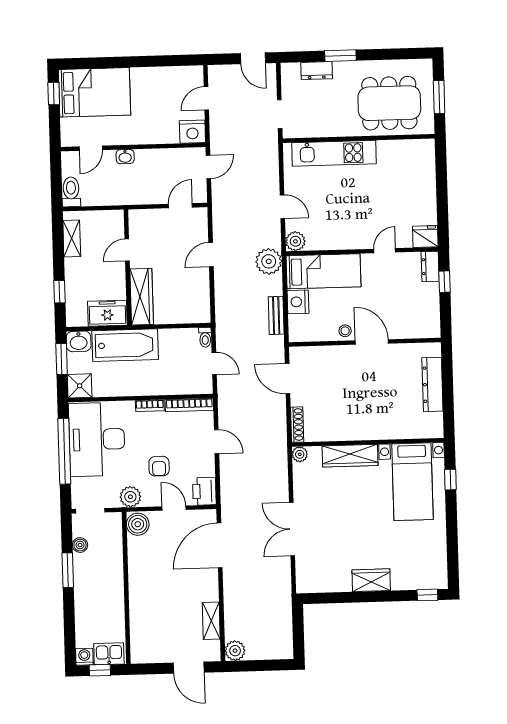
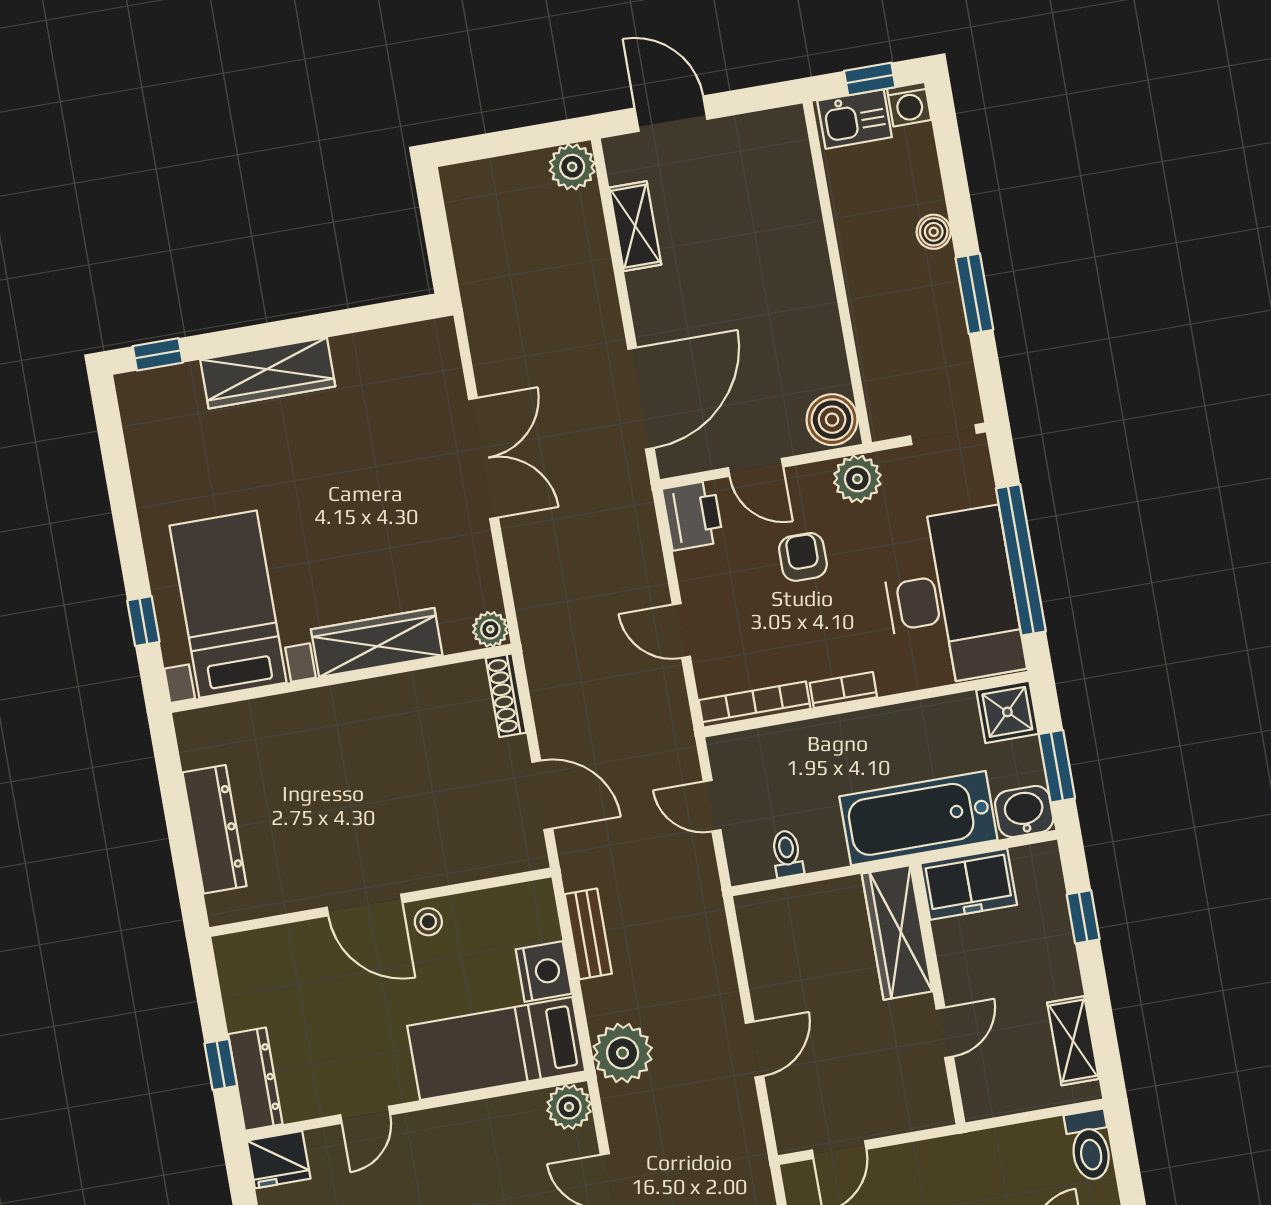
dresser: (430, 266) -> (255, 1079), width x1.44
toilet: (205, 337) -> (787, 854), moved
boiler: (80, 545) -> (934, 232), moved
wardrobe: (371, 580) -> (268, 373), width x1.50

